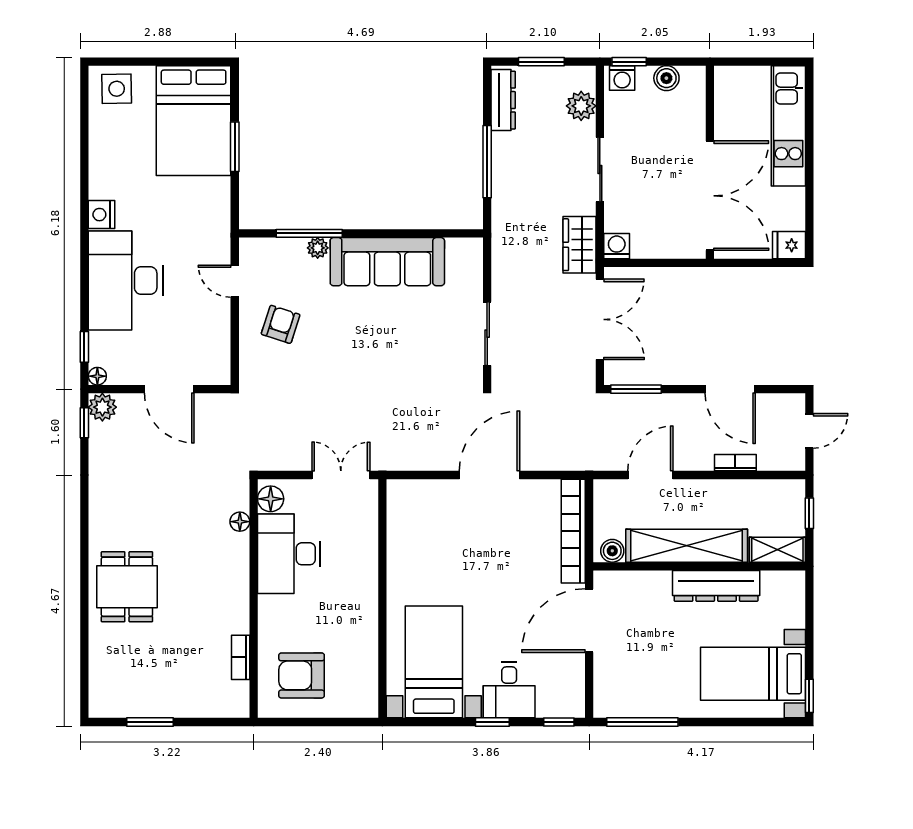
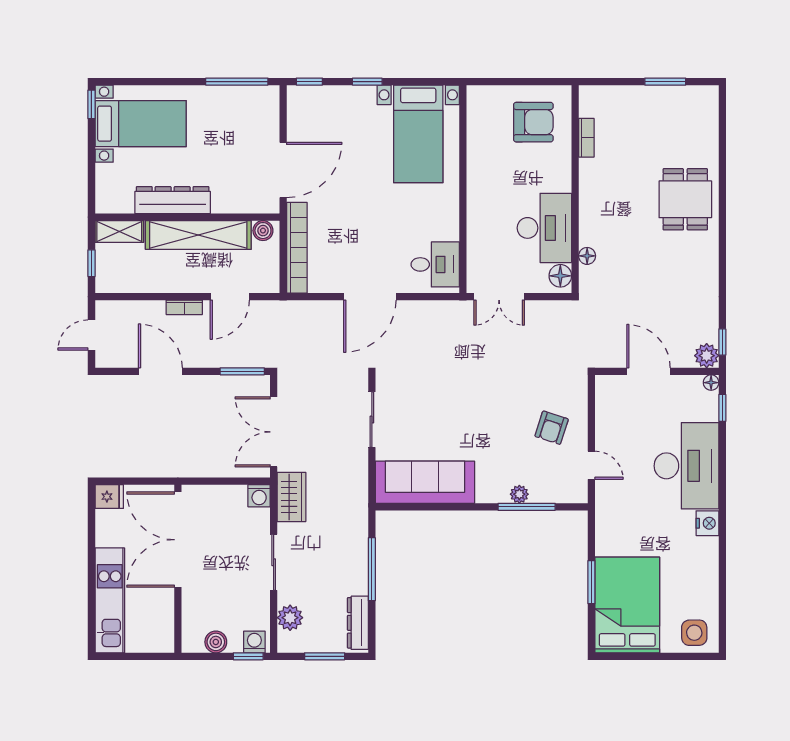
sofa: (387, 262) -> (425, 482), moved
bookcase: (735, 463) -> (184, 307), moved
desk: (509, 690) -> (435, 264), moved, turned 90

